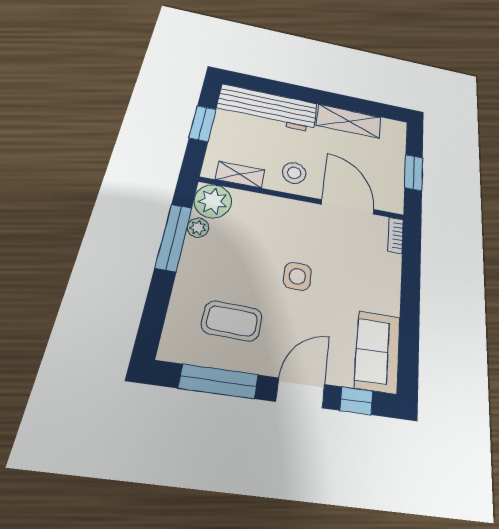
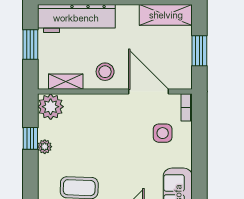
shelving: (349, 121) -> (166, 15), moved
plant: (198, 228) -> (45, 147), moved
window: (174, 237) -> (30, 138), width x0.46
side table: (297, 276) -> (163, 133), moved

